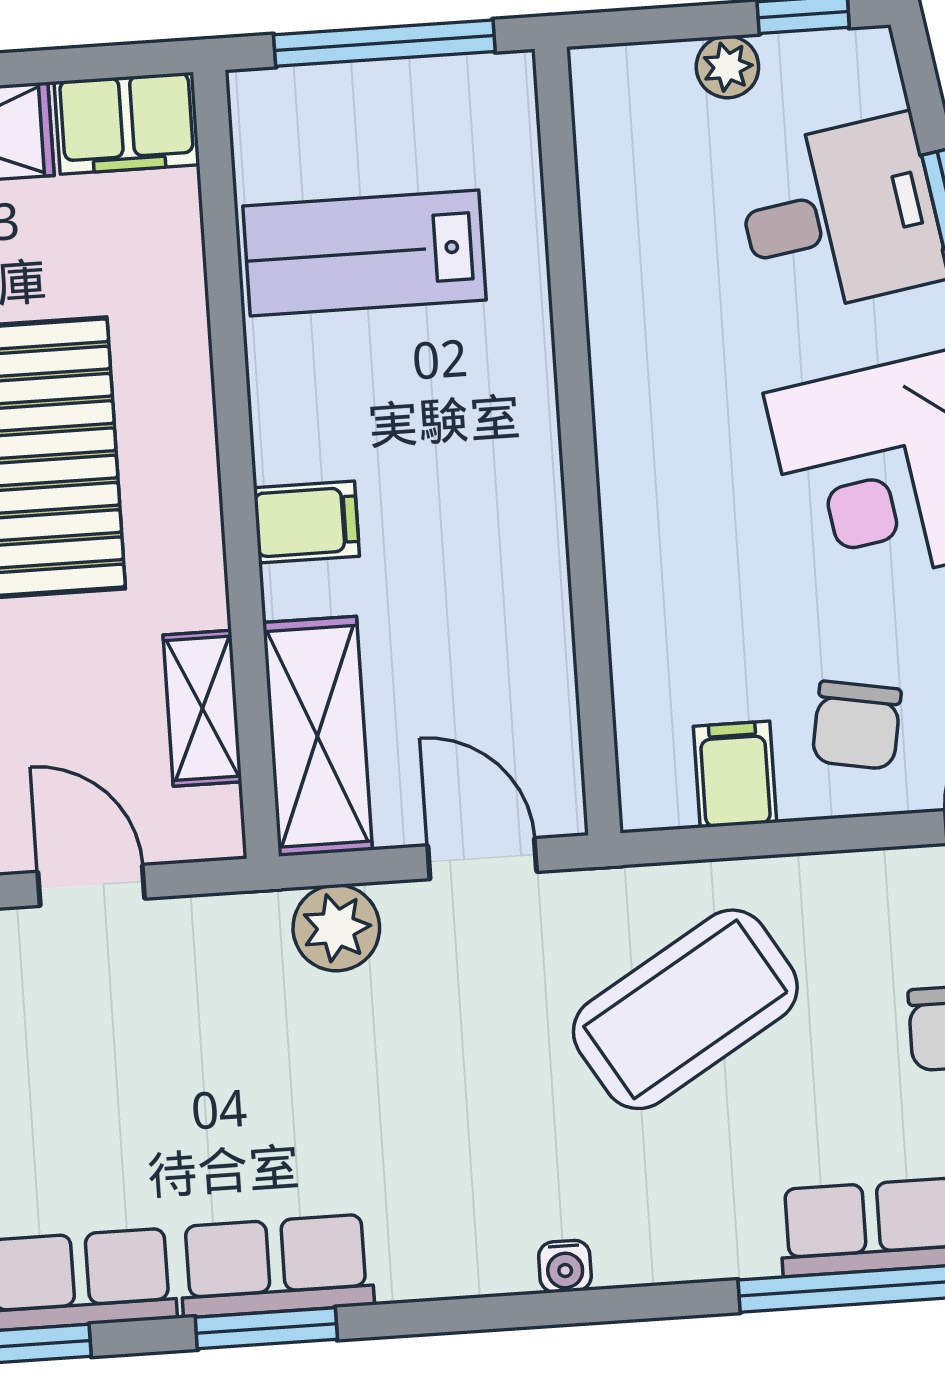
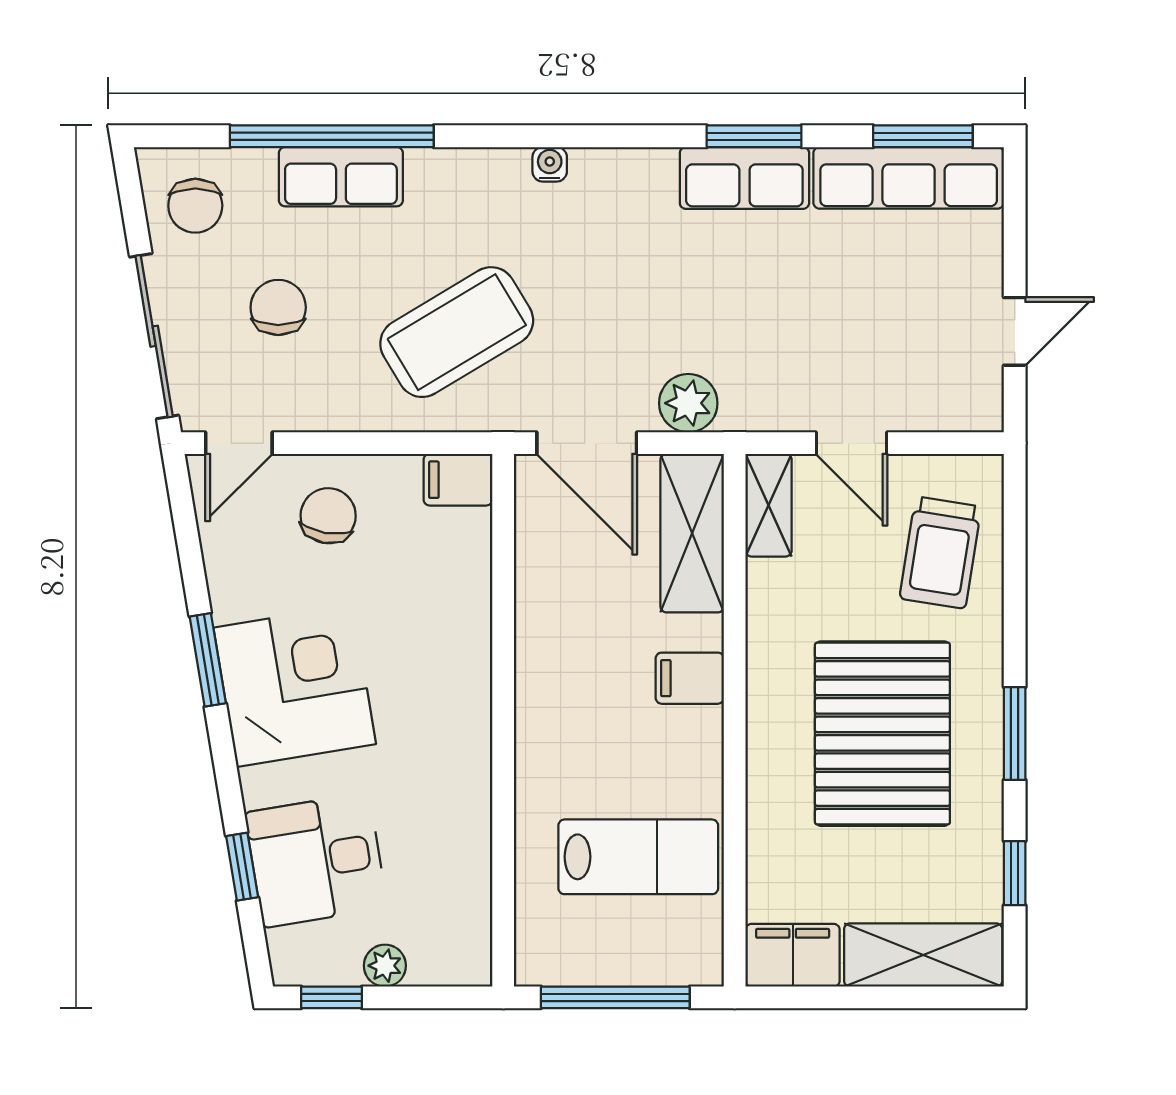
shelving: (202, 708) -> (769, 505), moved
filing cabinet: (735, 774) -> (458, 480), moved, turned 90
door: (482, 859) -> (587, 443), width x1.38

